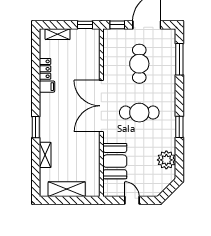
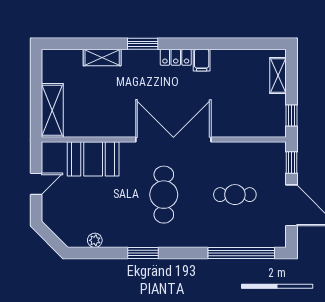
window: (179, 59) -> (241, 253), width x1.46
cafe table: (139, 64) -> (235, 195), width x0.73, depth x0.74
locker: (45, 69) -> (176, 57), moved
plant: (166, 160) -> (95, 240), width x0.53, depth x0.53
shelving: (67, 189) -> (52, 110), moved

